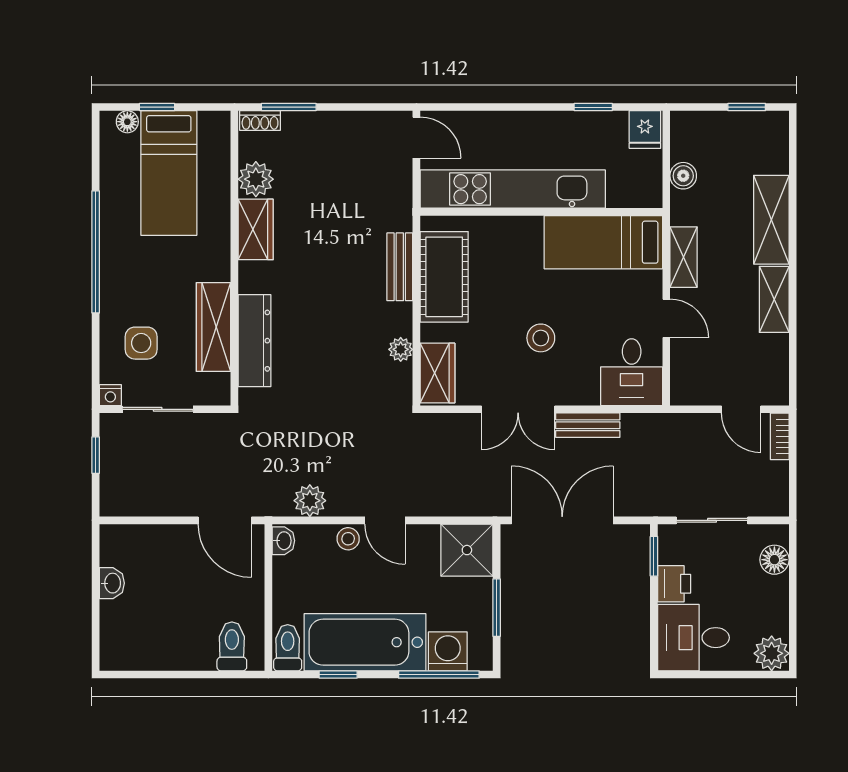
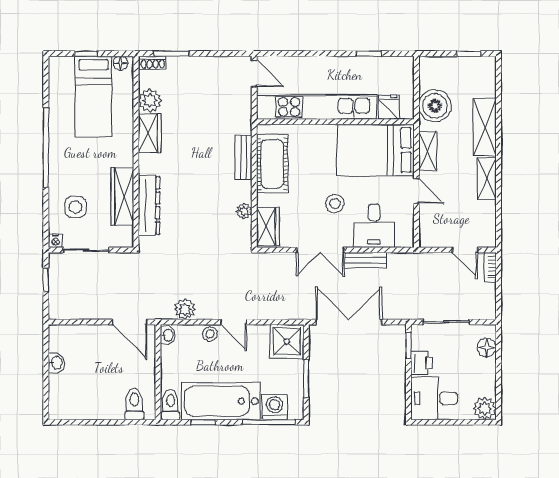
floor lamp: (127, 122) -> (120, 63), moved
fridge: (645, 129) -> (389, 107), moved, turned 180
boiler: (683, 176) -> (435, 106), width x1.86, depth x1.86
bed: (603, 242) -> (376, 150), width x1.50
desk: (632, 372) -> (374, 226), moved

